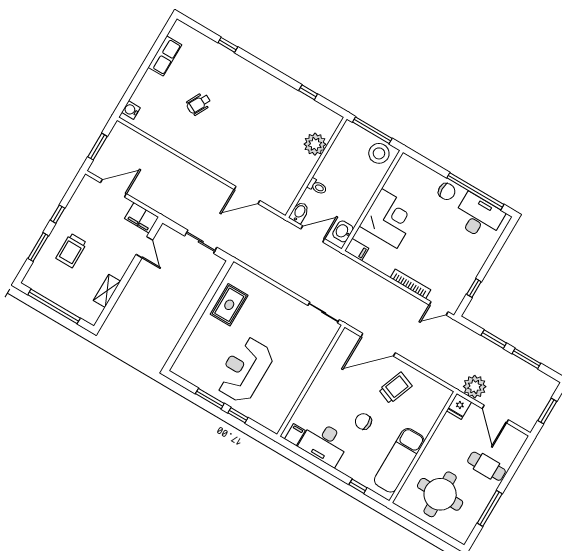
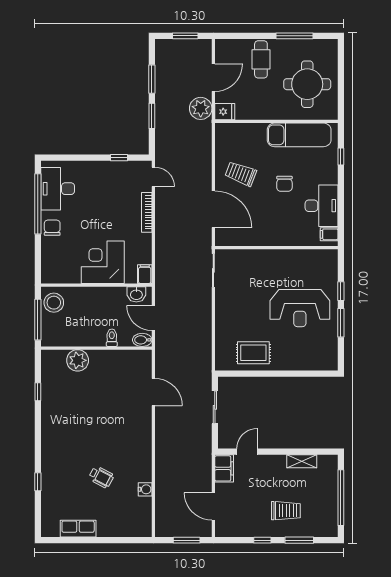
water cooler: (131, 110) -> (145, 489), moved, turned -90

